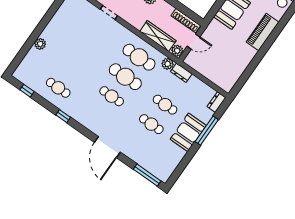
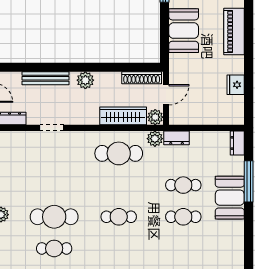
fridge: (241, 66) -> (236, 85), added
cafe table: (125, 77) -> (54, 217), moved

